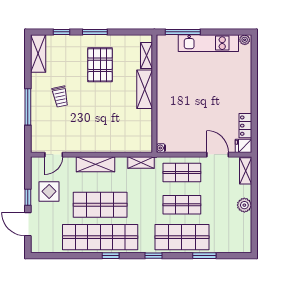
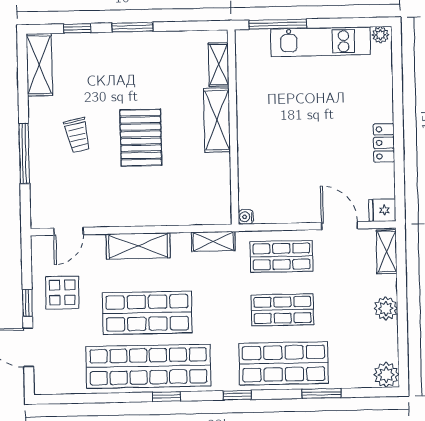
pallet: (100, 65) -> (141, 138), moved
locker: (245, 126) -> (384, 143), moved
plant: (244, 245) -> (386, 375), added

